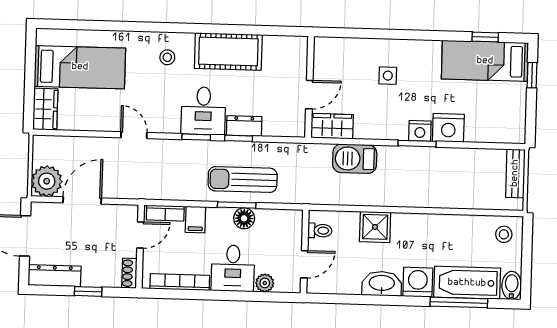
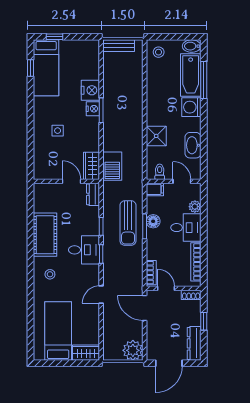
dresser: (244, 126) -> (93, 194), moved
barbecue: (355, 159) -> (112, 166), moved
door: (82, 200) -> (145, 308), moved
filing cabinet: (195, 220) -> (155, 189), moved
washbasin: (382, 284) -> (193, 145), moved

